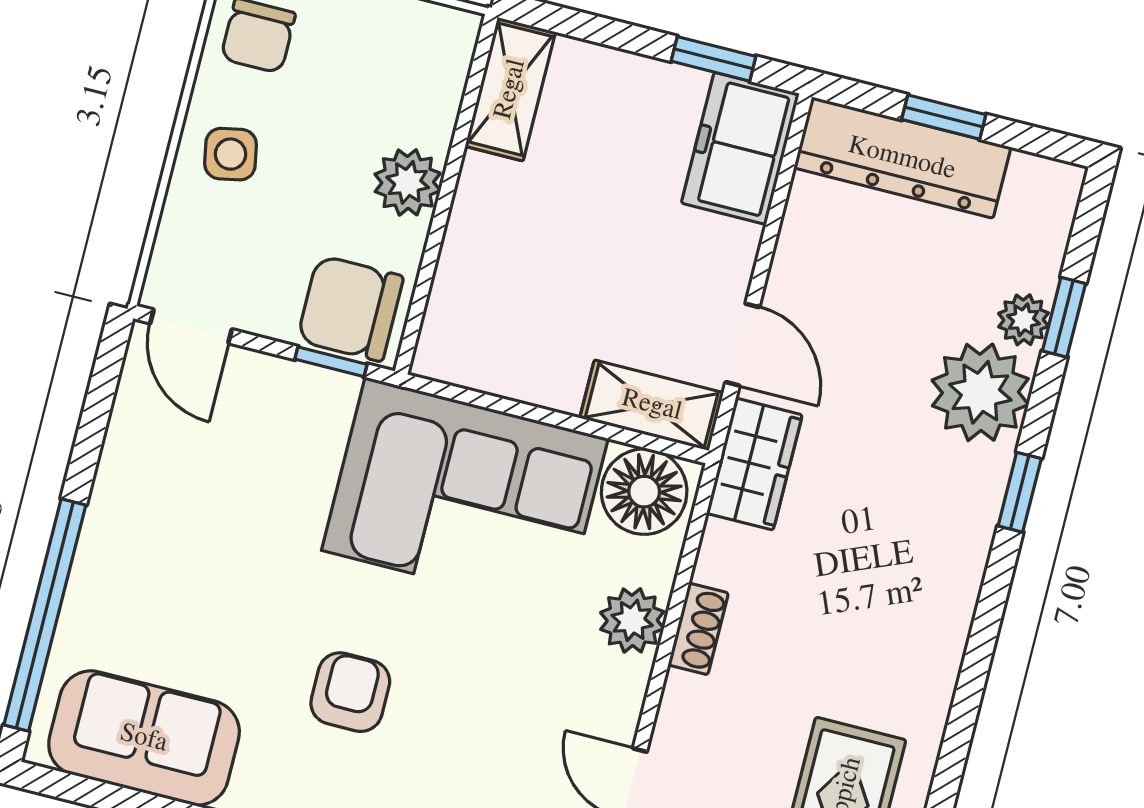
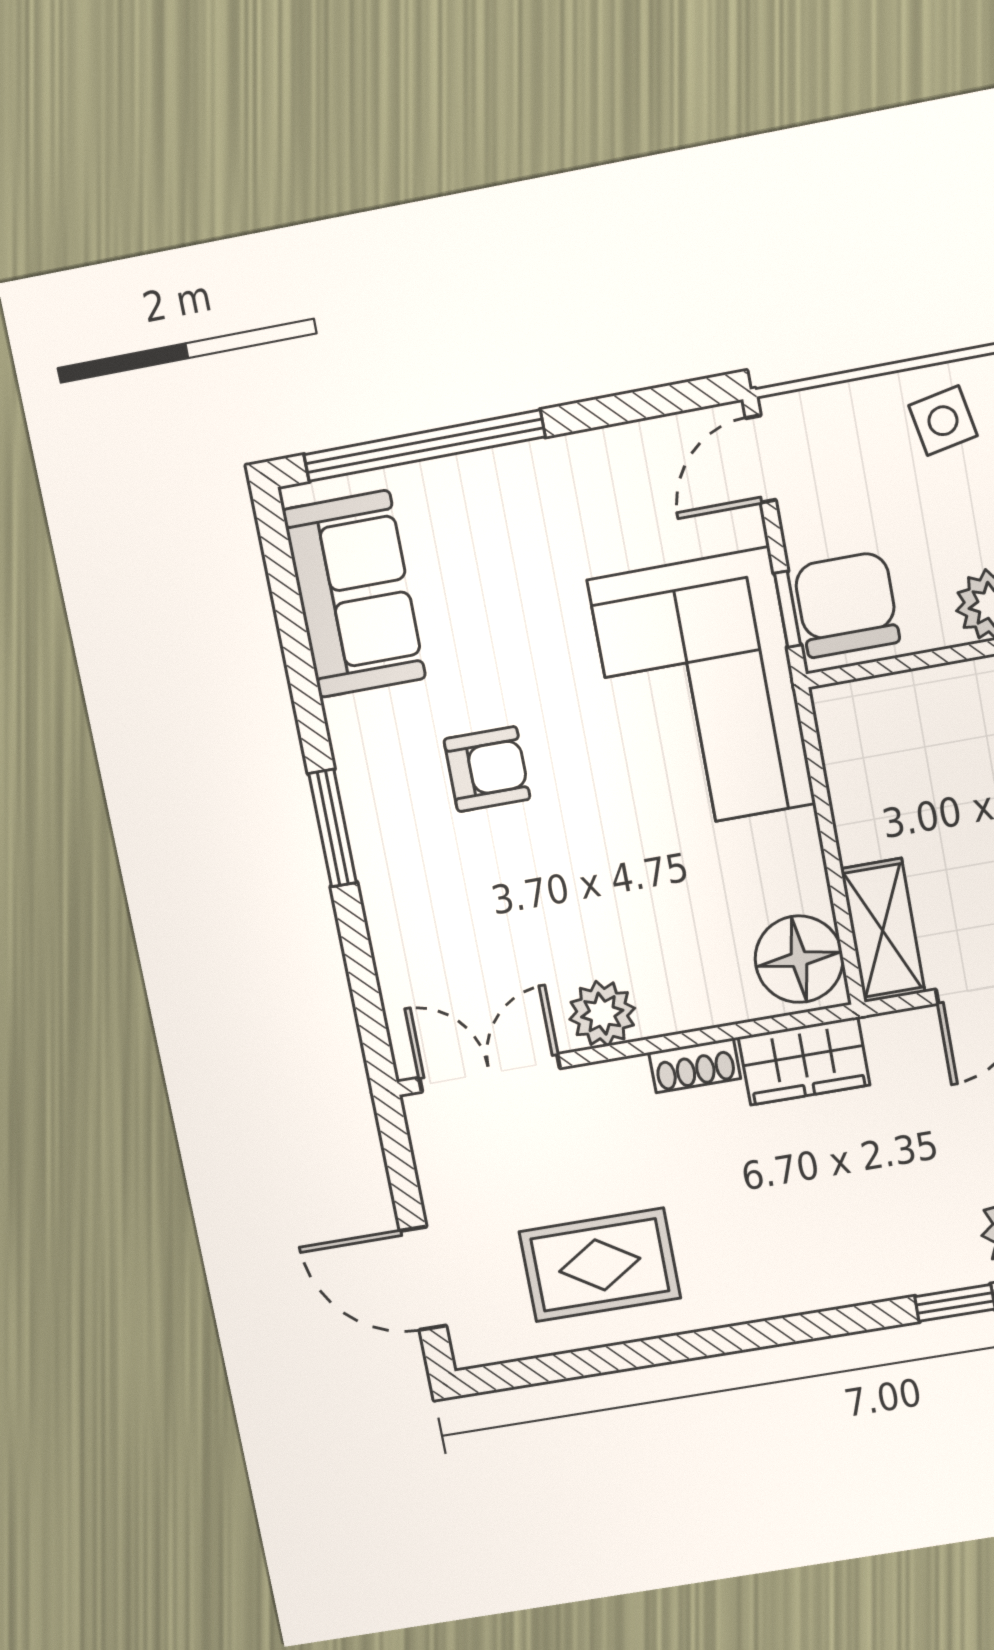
wardrobe: (754, 464) -> (804, 1061), moved
corner sofa: (465, 494) -> (702, 692), moved
plant: (632, 620) -> (602, 1014), moved

